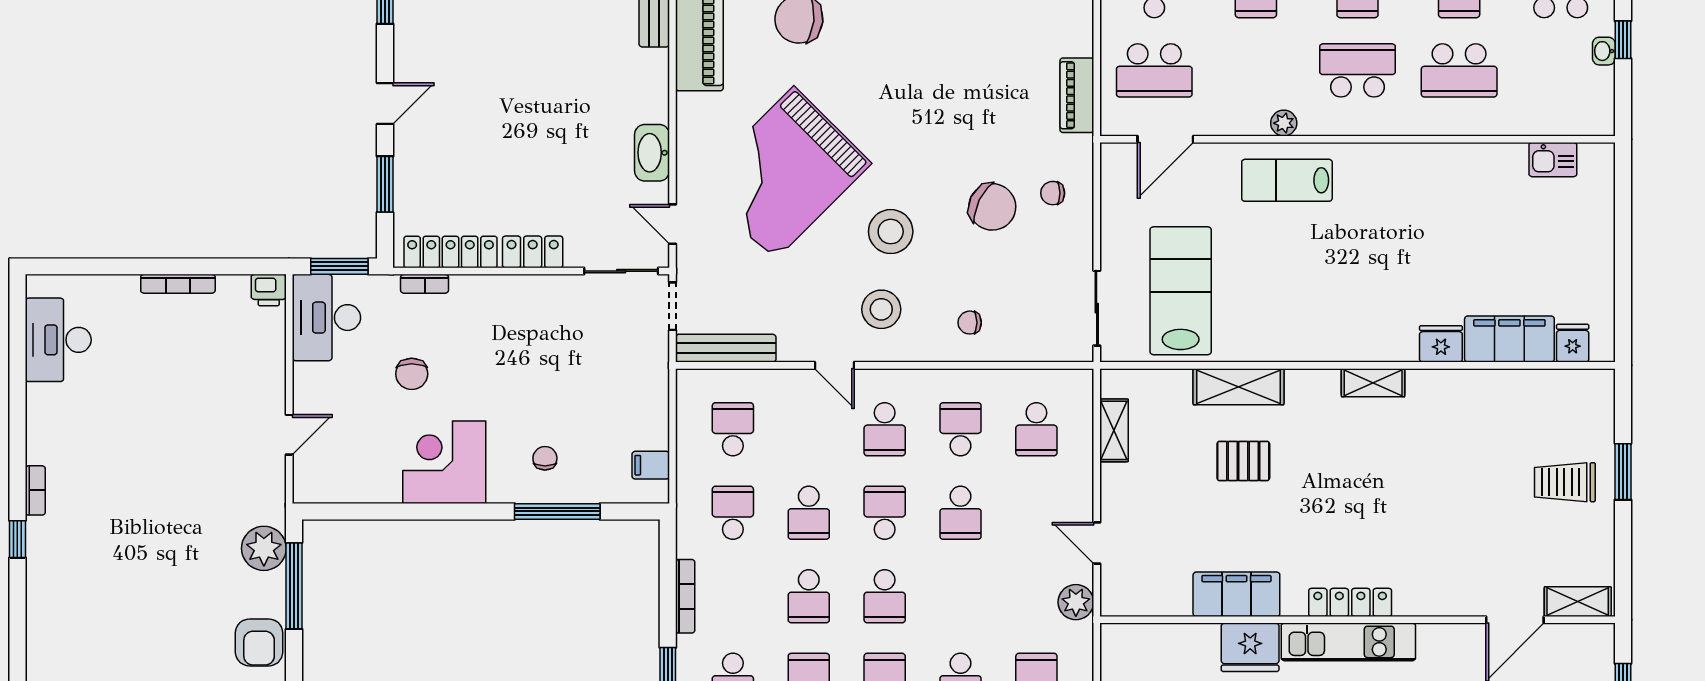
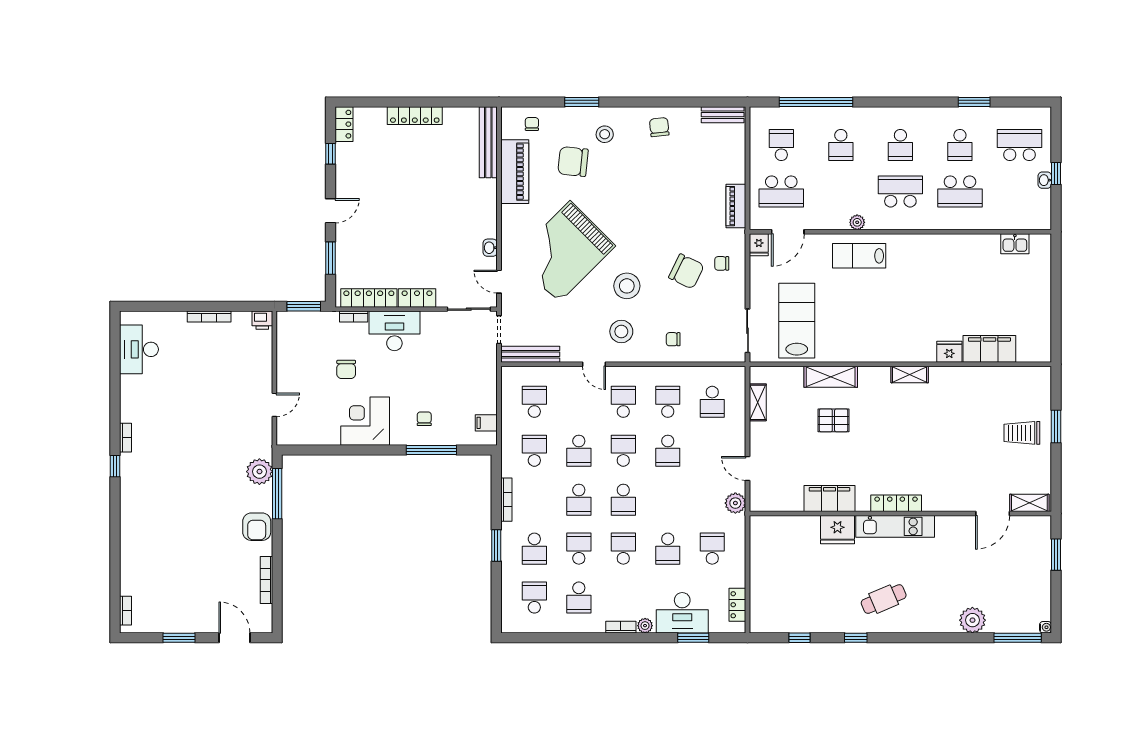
washbasin: (652, 153) -> (490, 248), width x0.52, depth x0.69
desk: (326, 318) -> (394, 331), moved, turned 90
fridge: (1573, 343) -> (759, 245), moved, turned 180
school desk: (885, 429) -> (623, 402), turned 180

